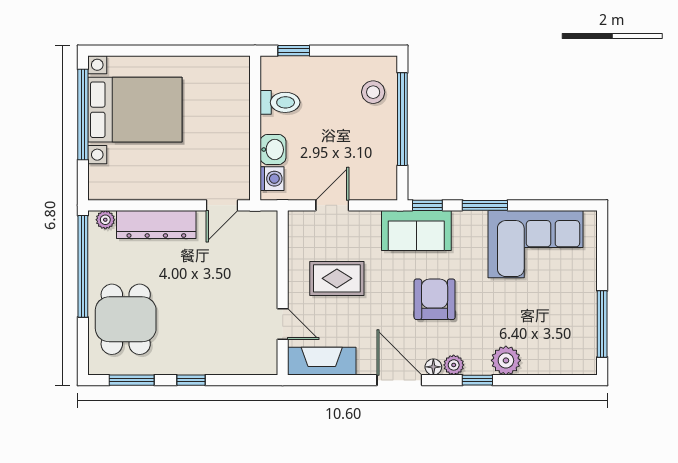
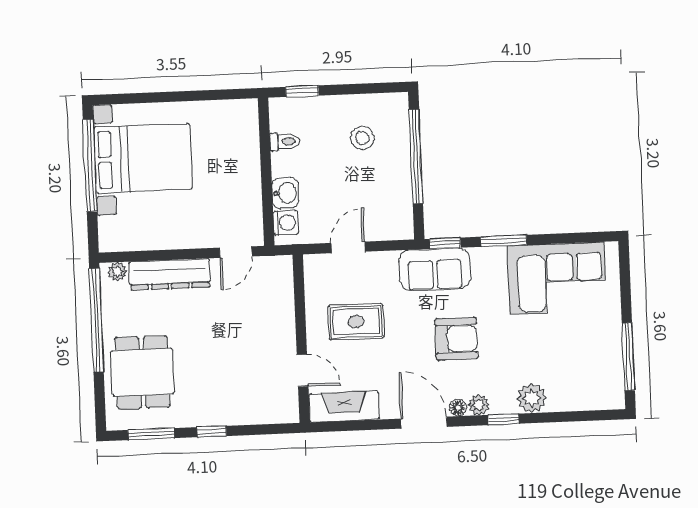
stool: (373, 92) -> (362, 138), moved
toilet: (280, 102) -> (285, 142), width x0.73, depth x0.72
armchair: (435, 299) -> (456, 339), turned 90

